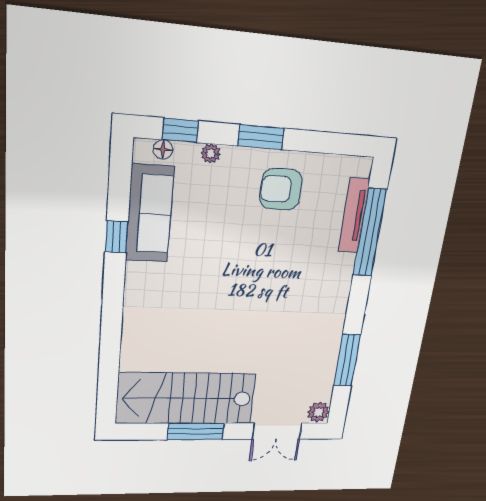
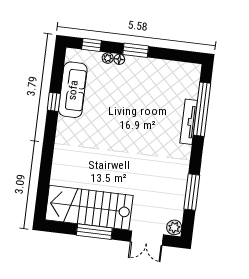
floor lamp: (163, 149) -> (119, 59), moved
armchair: (281, 189) -> (147, 80), removed
tv unit: (354, 216) -> (189, 122), moved

